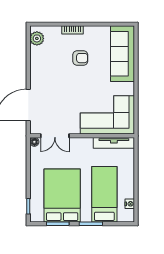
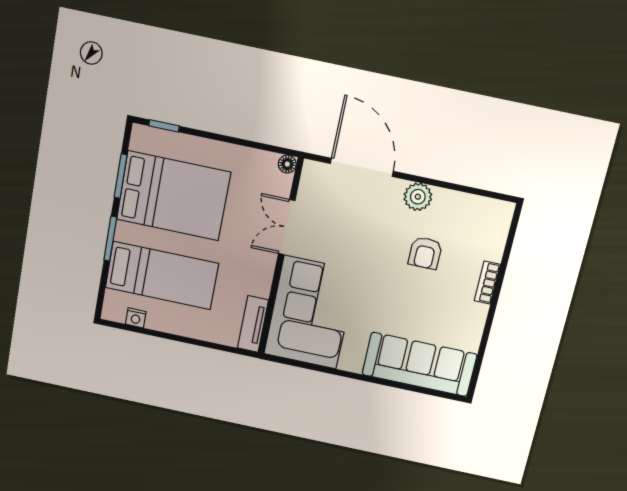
plant: (37, 38) -> (418, 197), moved
armchair: (80, 58) -> (425, 253), moved
double door: (55, 136) -> (287, 227), moved
tv unit: (114, 143) -> (253, 324), width x0.71

